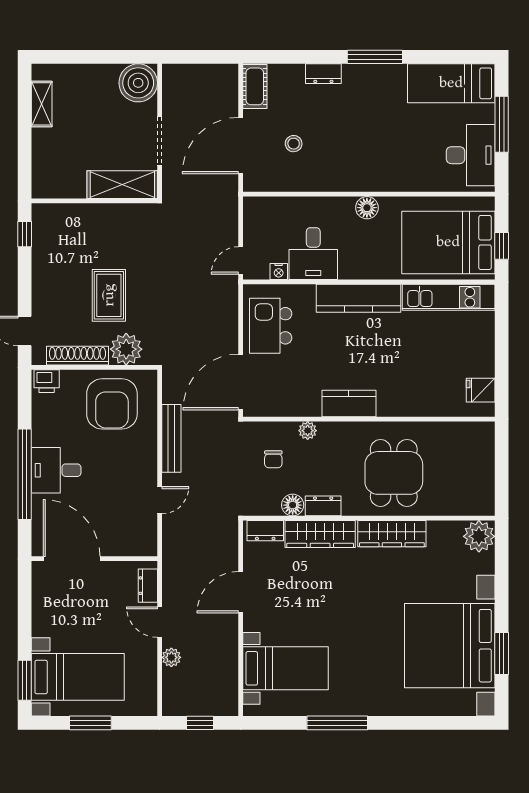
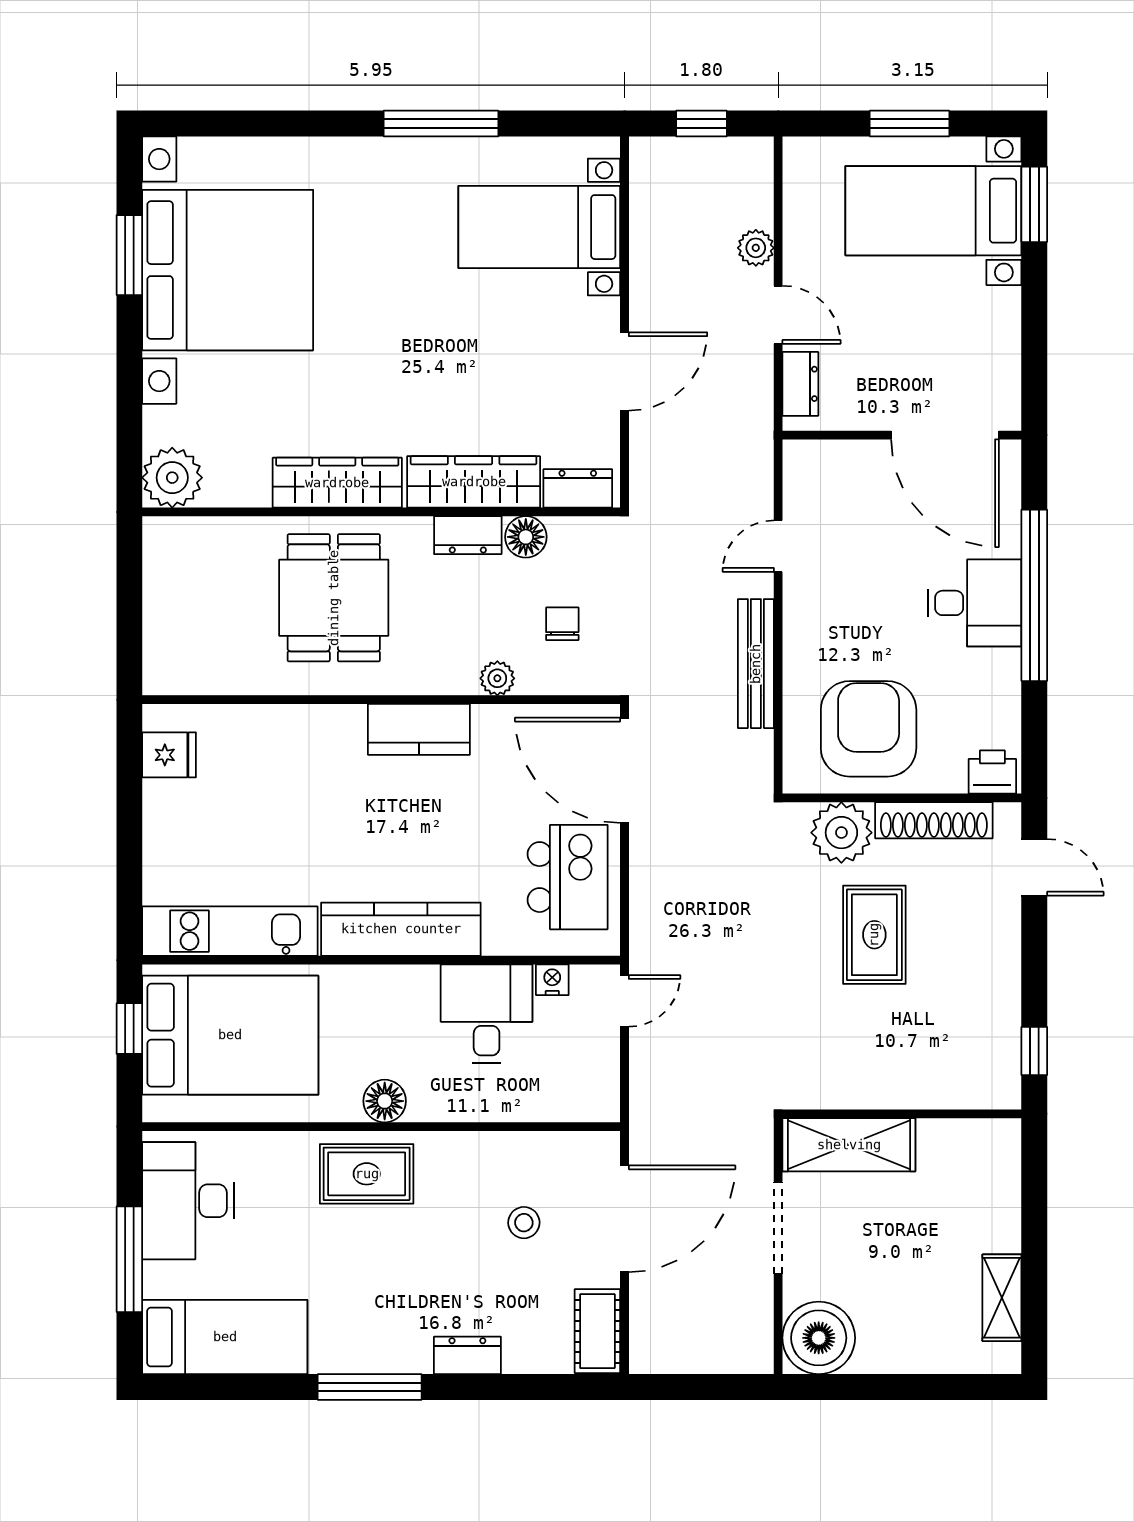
rug: (376, 169) -> (367, 1174), added
door: (241, 382) -> (625, 770), swing flipped

